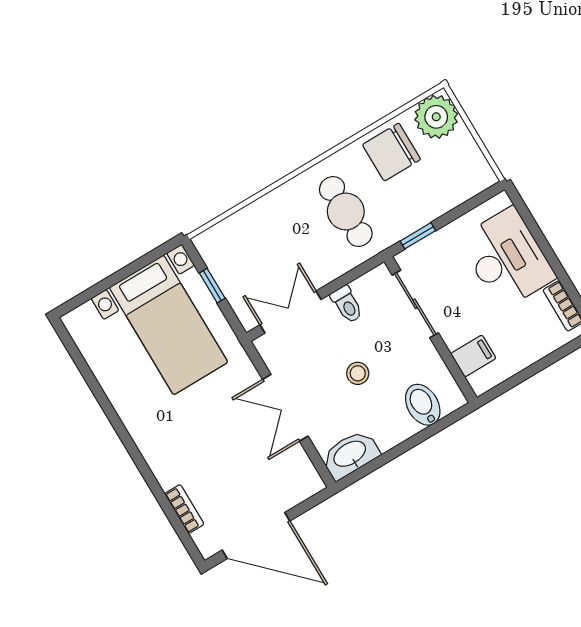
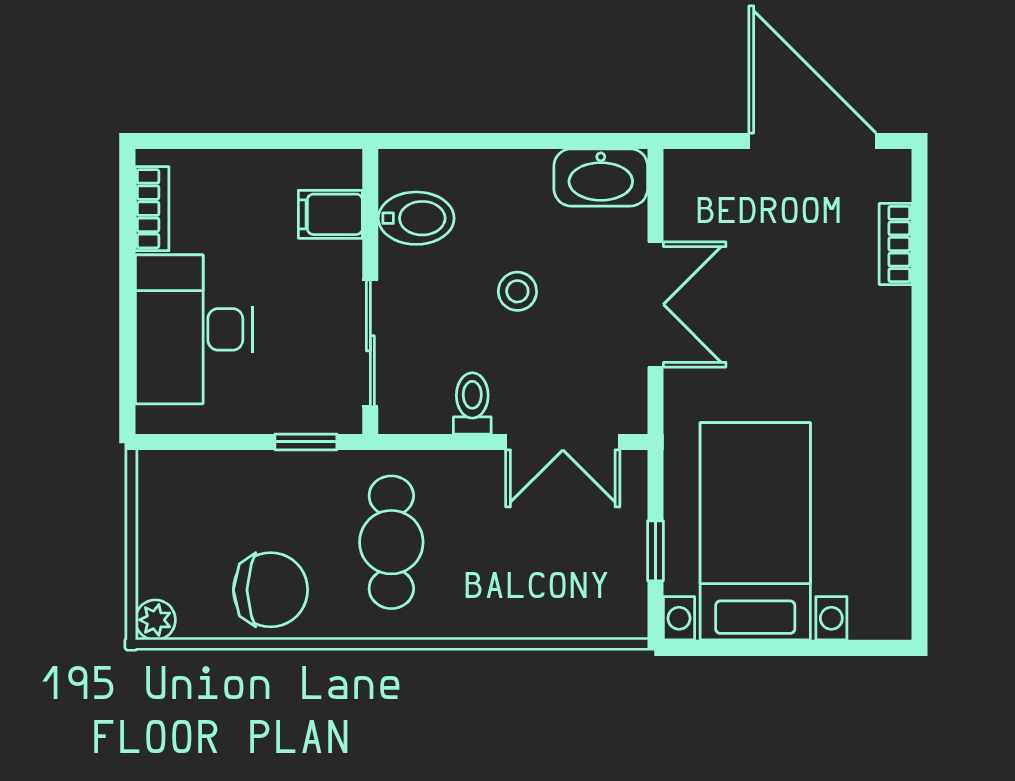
plant: (436, 117) -> (155, 620), width x0.53, depth x0.53
bidet: (423, 405) -> (416, 218), moved, turned -90

